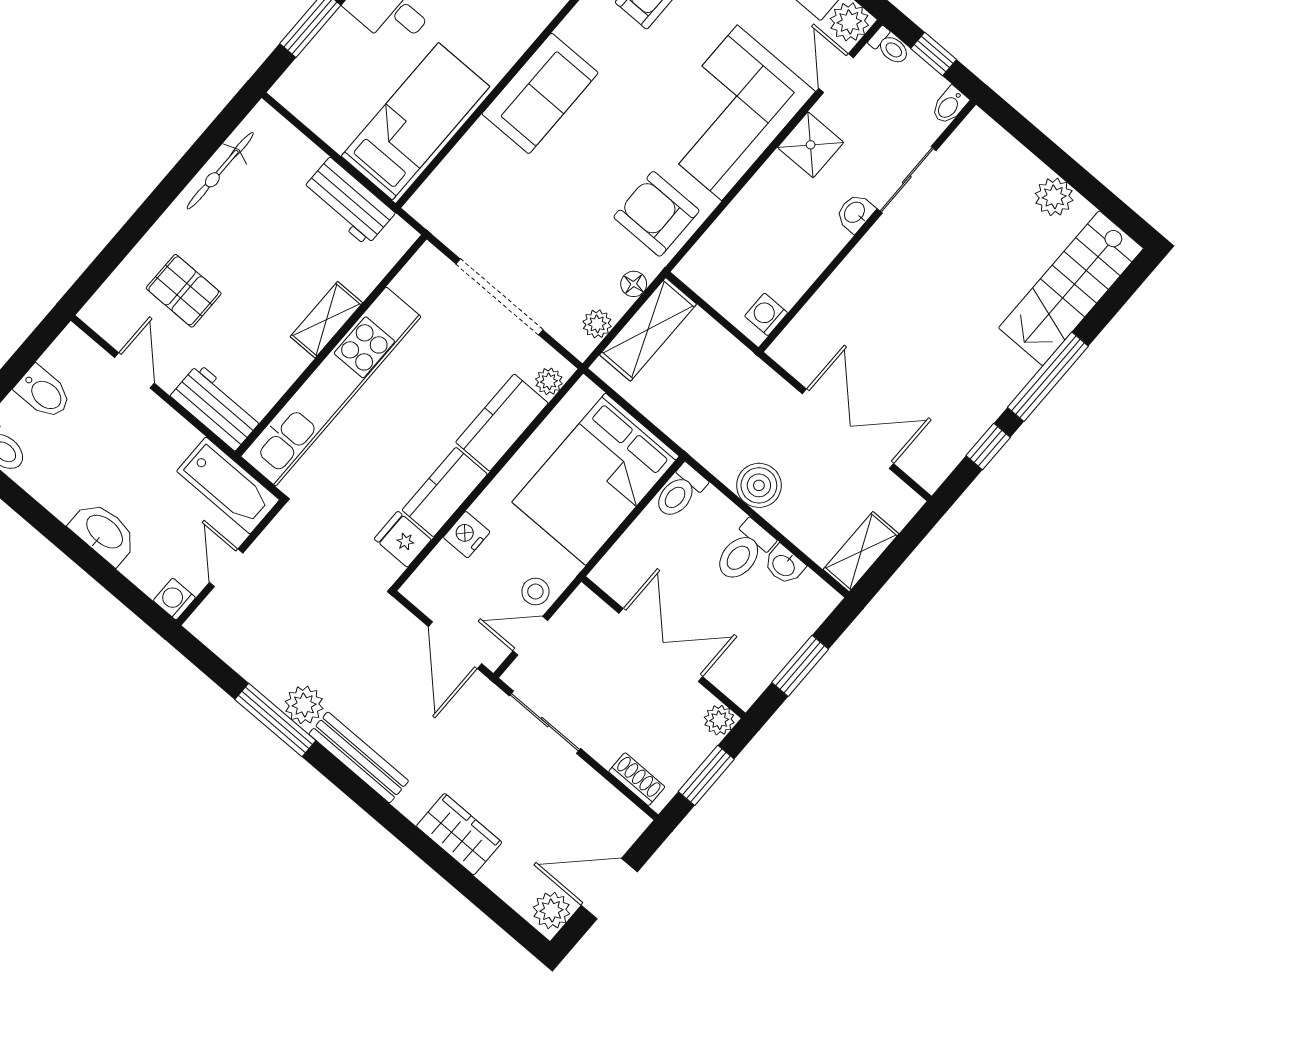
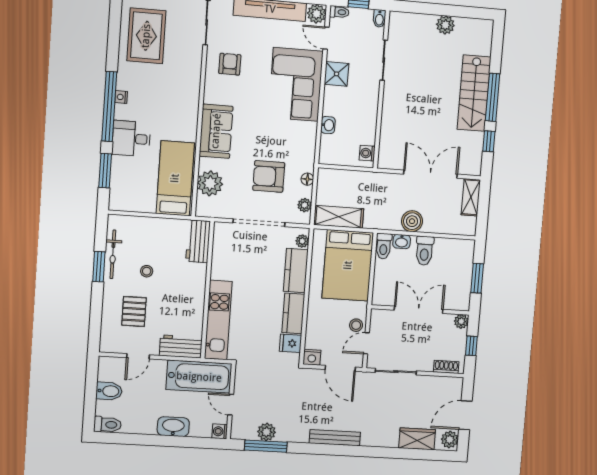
plant: (467, 172) -> (210, 183), added
window: (182, 174) -> (99, 267), added
workbench: (348, 202) -> (198, 241), moved, turned 90
washbasin: (855, 213) -> (328, 125), moved, turned 180
armchair: (656, 214) -> (269, 176), moved
stool: (254, 239) -> (147, 271), added
stairs: (1071, 288) -> (474, 93), moved
pallet: (184, 291) -> (134, 311), turned 90
shelving: (326, 320) -> (198, 281), removed
shelving: (648, 329) -> (339, 217), moved, turned 90
door: (134, 370) -> (138, 356), swing flipped
kitchen unit: (331, 387) -> (218, 320), width x0.73
bathtub: (228, 485) -> (199, 377), width x1.36, depth x1.36
nightstand: (467, 535) -> (312, 357), moved, turned -90
shelving: (861, 552) -> (471, 197), moved
washbasin: (784, 565) -> (402, 242), moved
plant: (304, 705) -> (267, 432), moved
window: (275, 720) -> (266, 446), moved
window: (706, 775) -> (471, 346), width x0.67
wardrobe: (459, 834) -> (417, 439), moved

